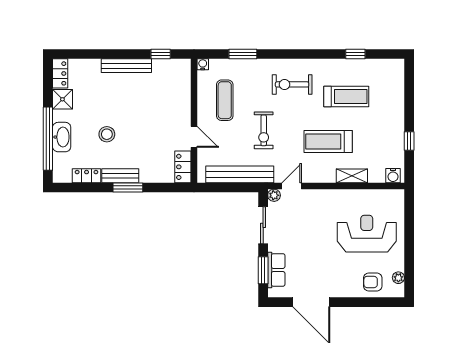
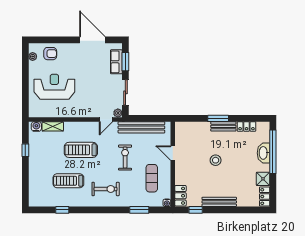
stool: (107, 134) -> (216, 160), moved
treadmill: (328, 142) -> (81, 150), turned 180
locker: (183, 167) -> (180, 196), moved
shelving: (352, 176) -> (53, 126), moved
reception desk: (367, 234) -> (54, 87), turned 180

